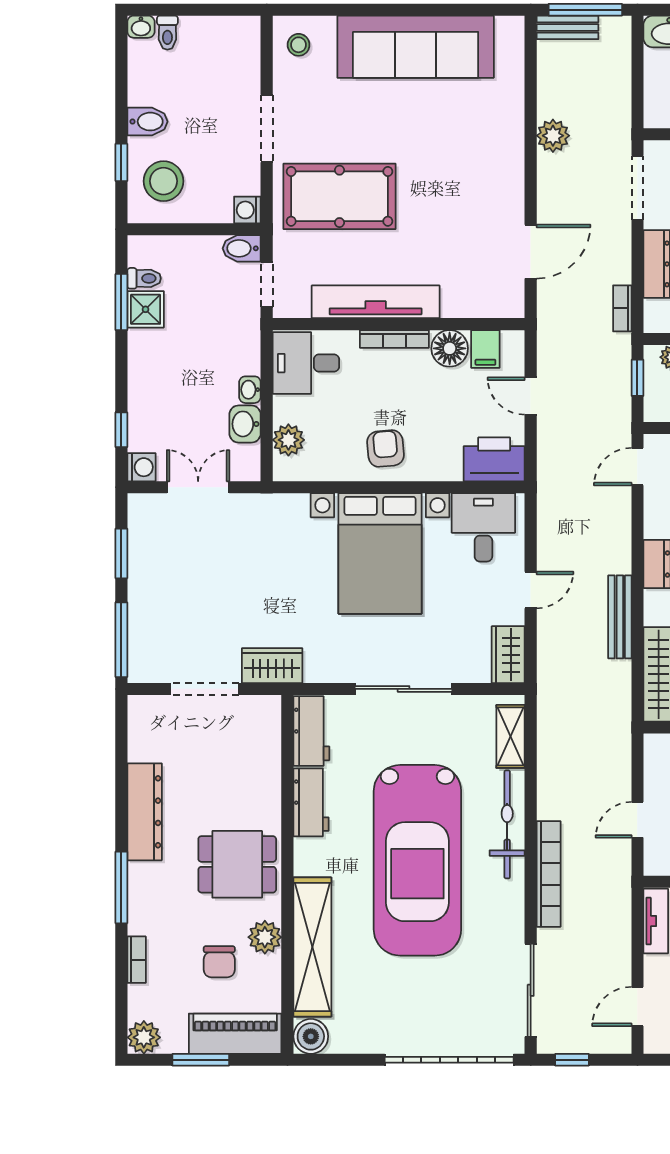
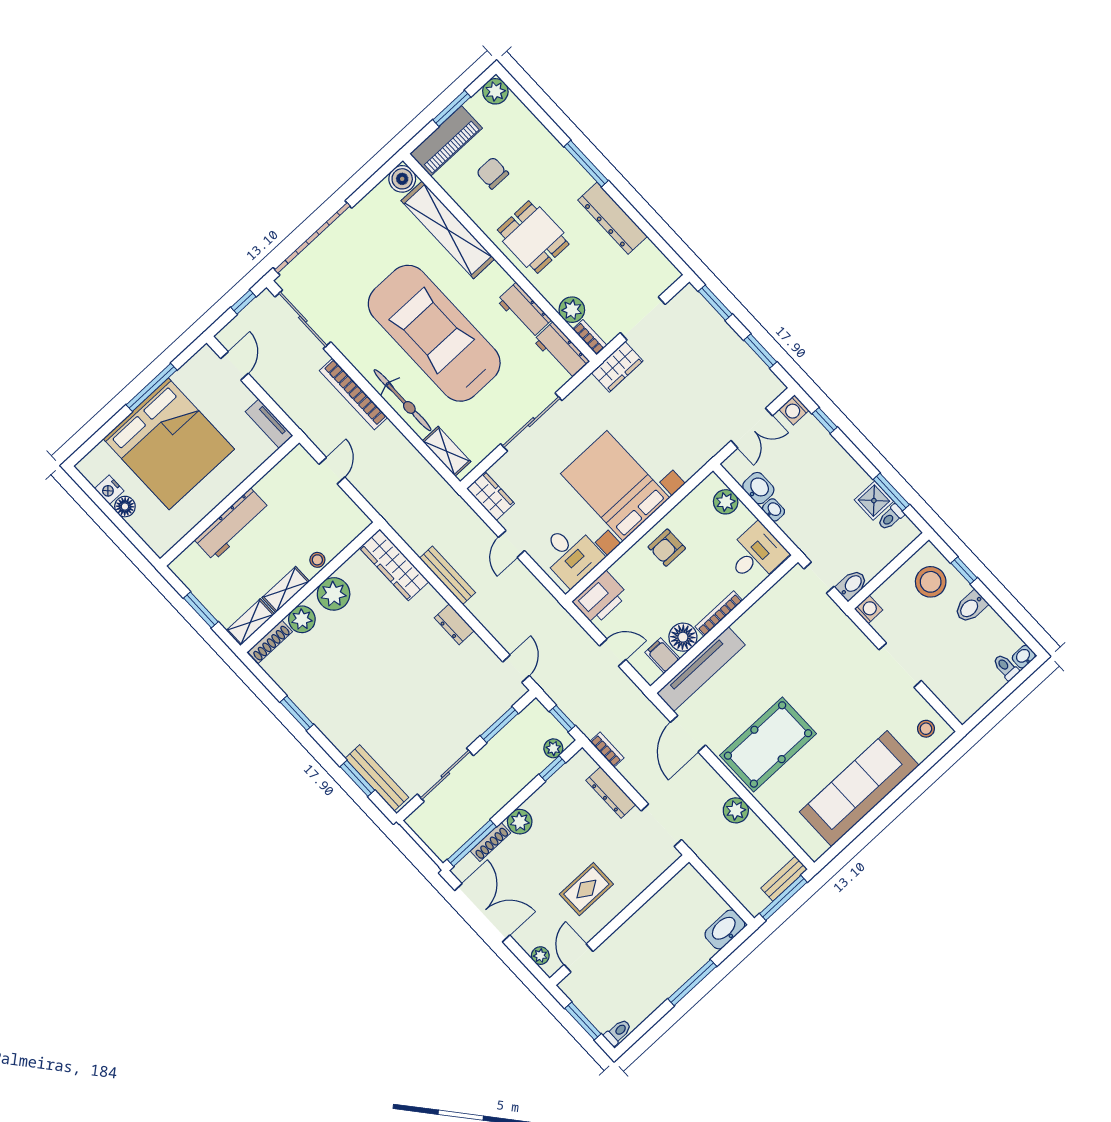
pool table: (339, 196) -> (768, 744), moved
tv unit: (376, 302) -> (701, 669), moved
armchair: (386, 448) -> (667, 548), turned 95
window: (121, 640) -> (715, 303), width x0.69
dining table: (237, 864) -> (533, 237), turned 90
plant: (265, 937) -> (572, 310), moved
bookcase: (137, 960) -> (590, 337), moved, turned 180

